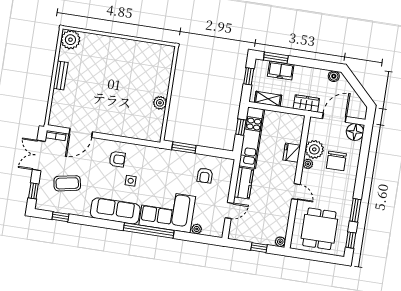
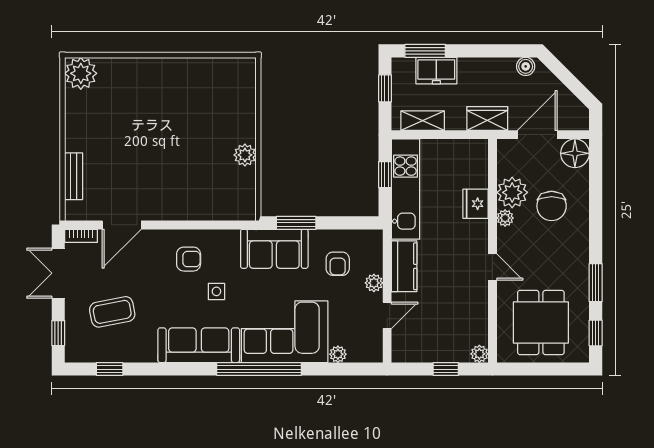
bench: (61, 75) -> (74, 176), moved
sofa: (169, 161) -> (274, 249), added
plant: (224, 190) -> (374, 283), added

